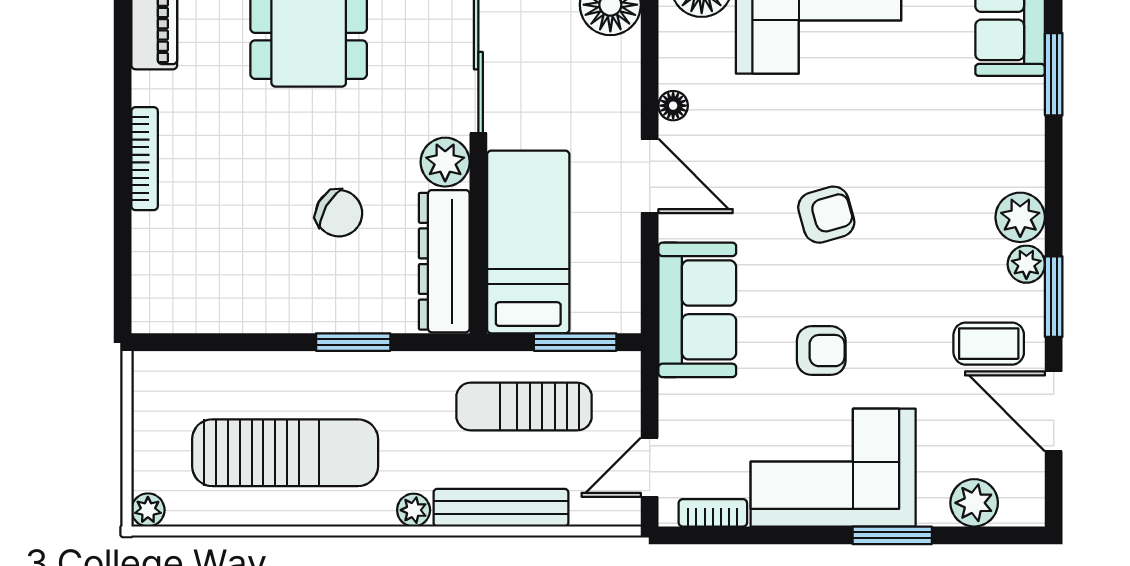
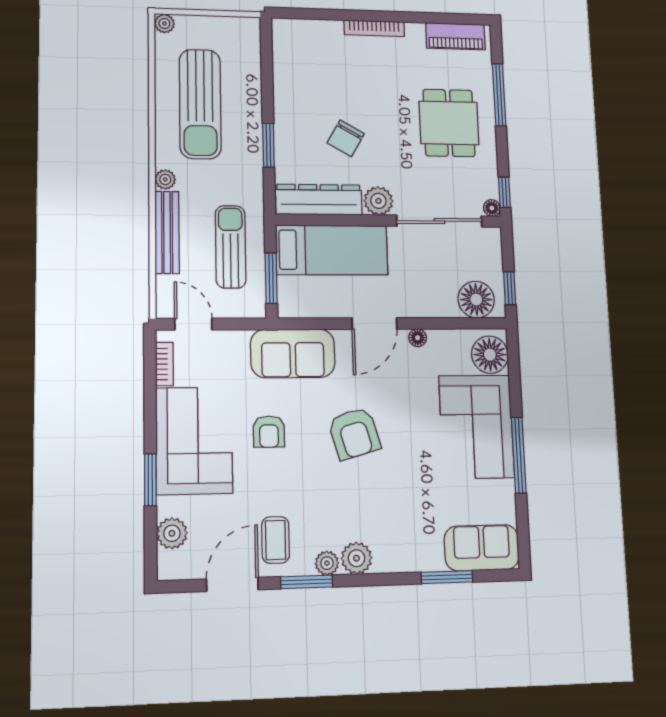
armchair: (826, 215) -> (354, 433), width x1.38, depth x1.38

